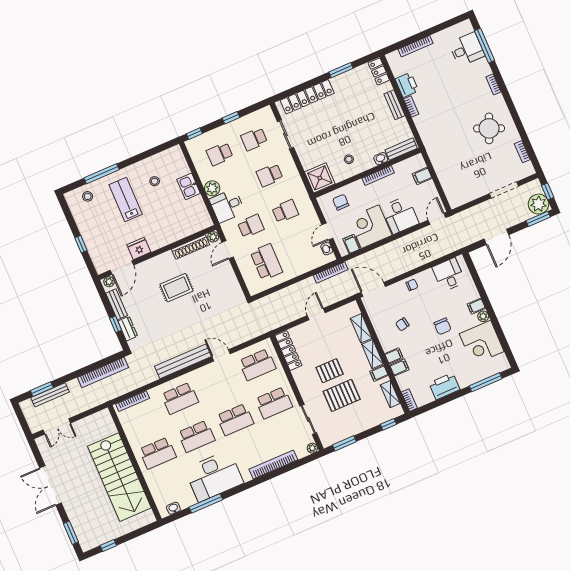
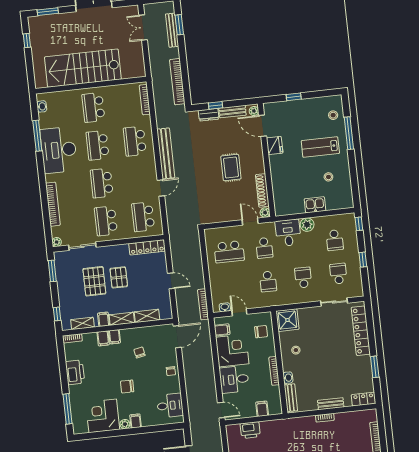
printer: (407, 85) -> (250, 430), moved
school desk: (220, 154) -> (335, 240), turned 180
lab bench: (126, 200) -> (320, 147), turned 180

